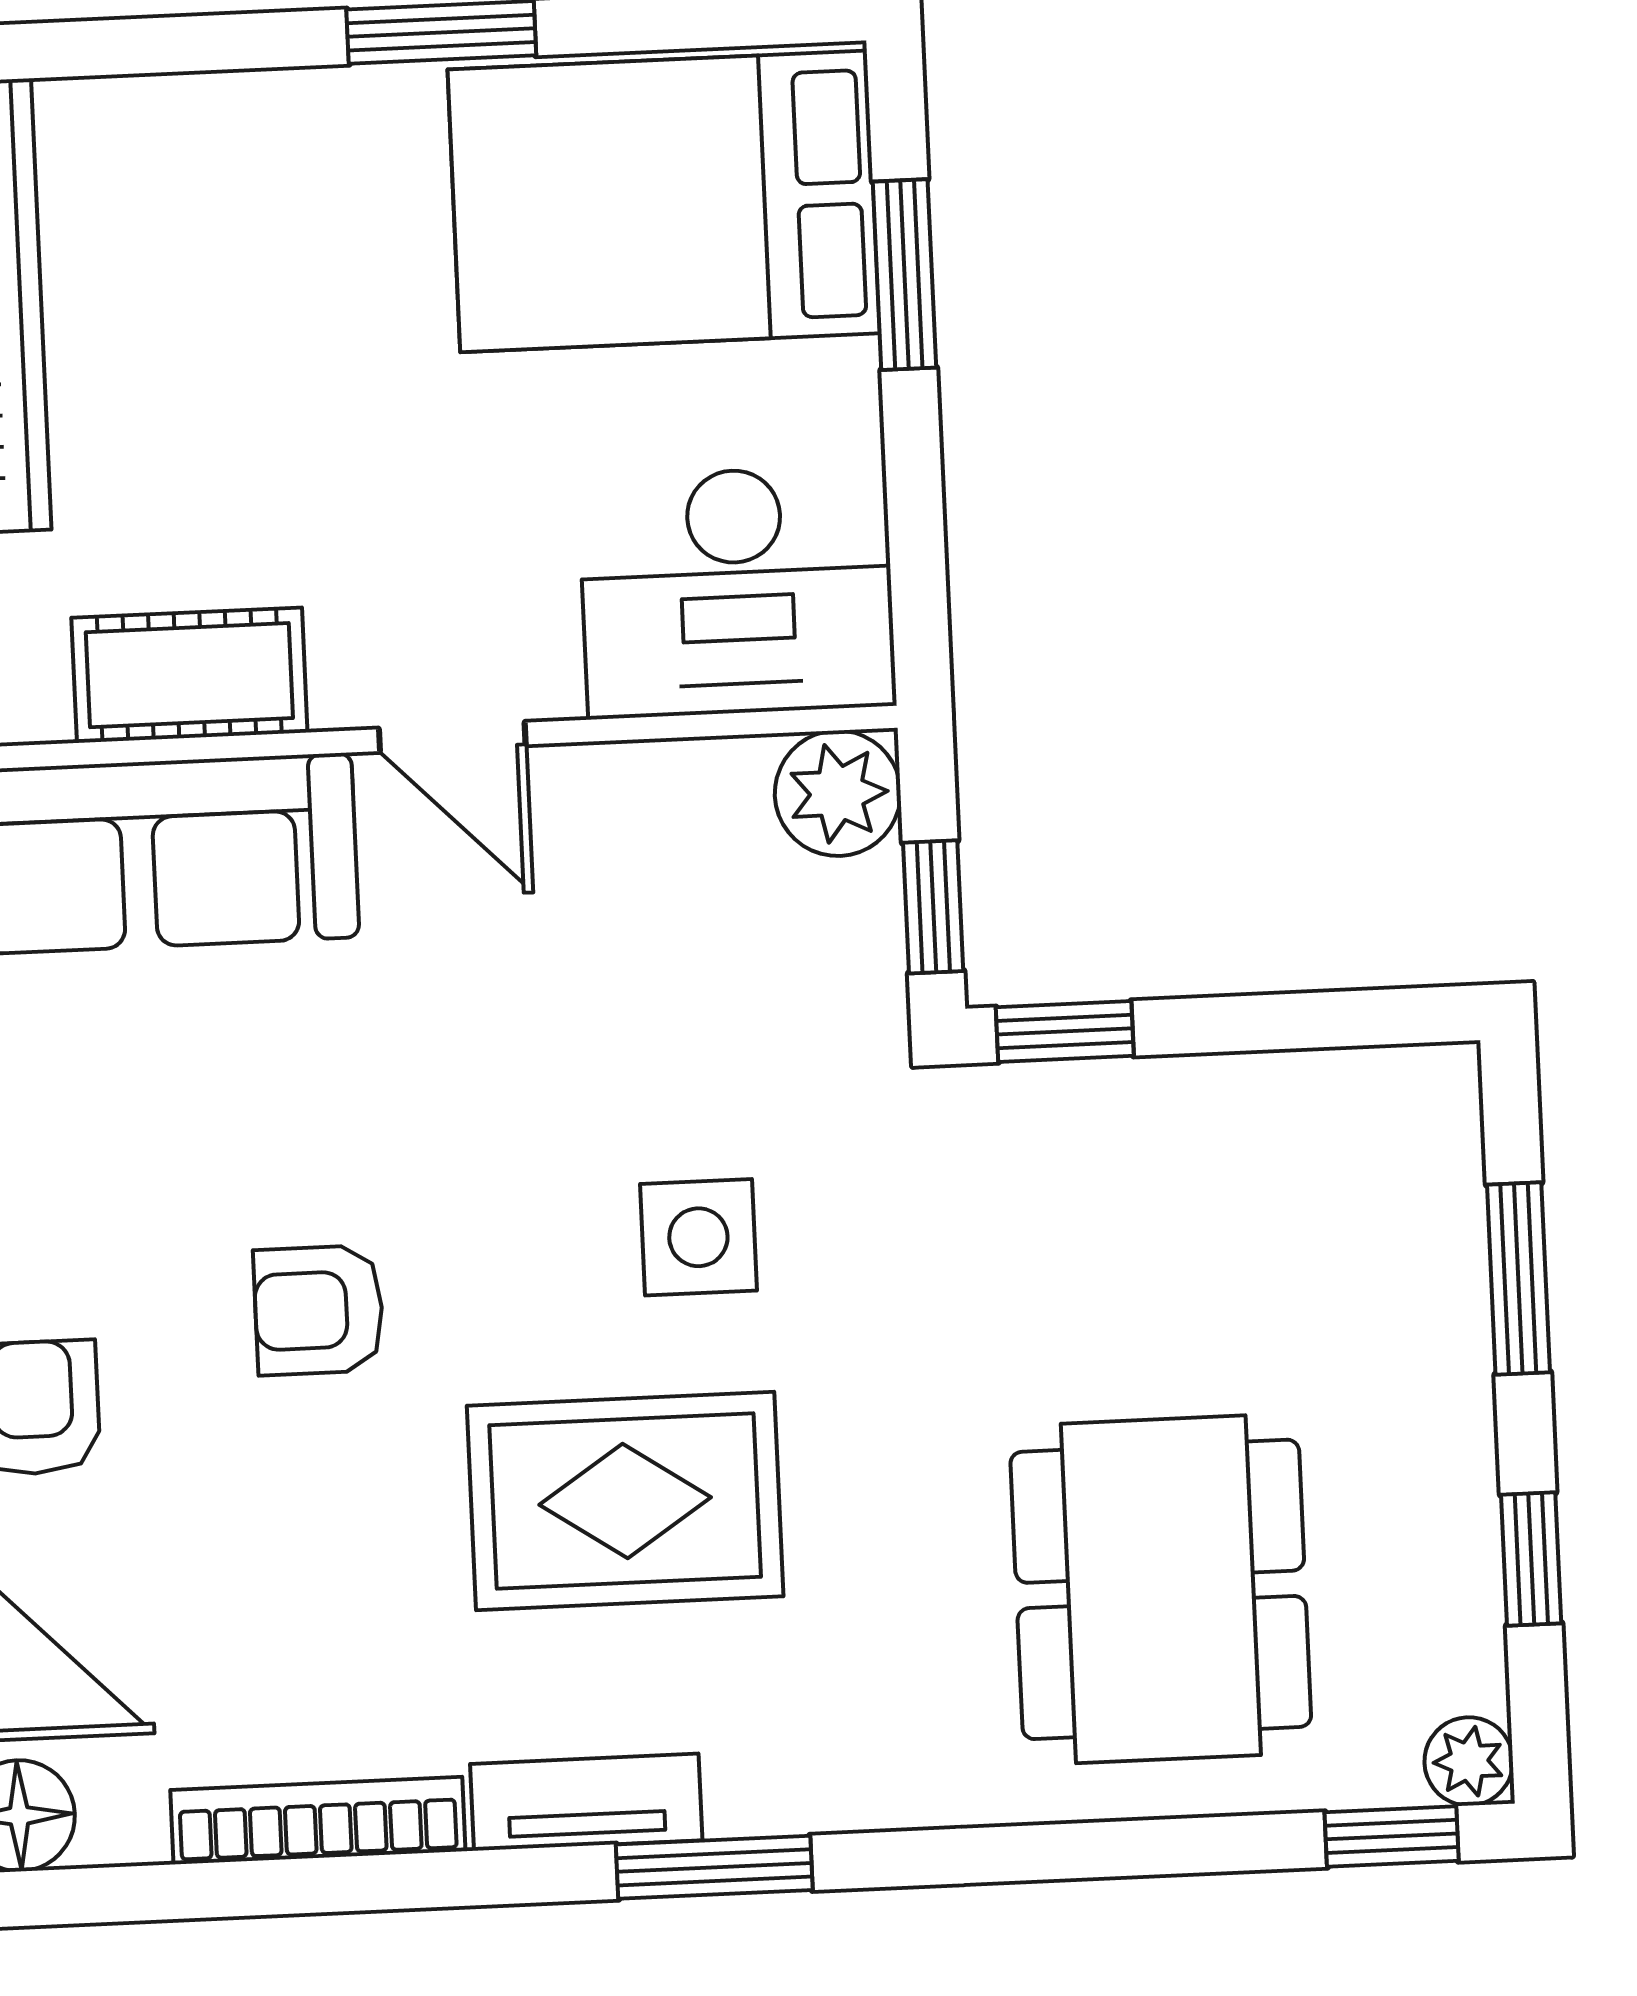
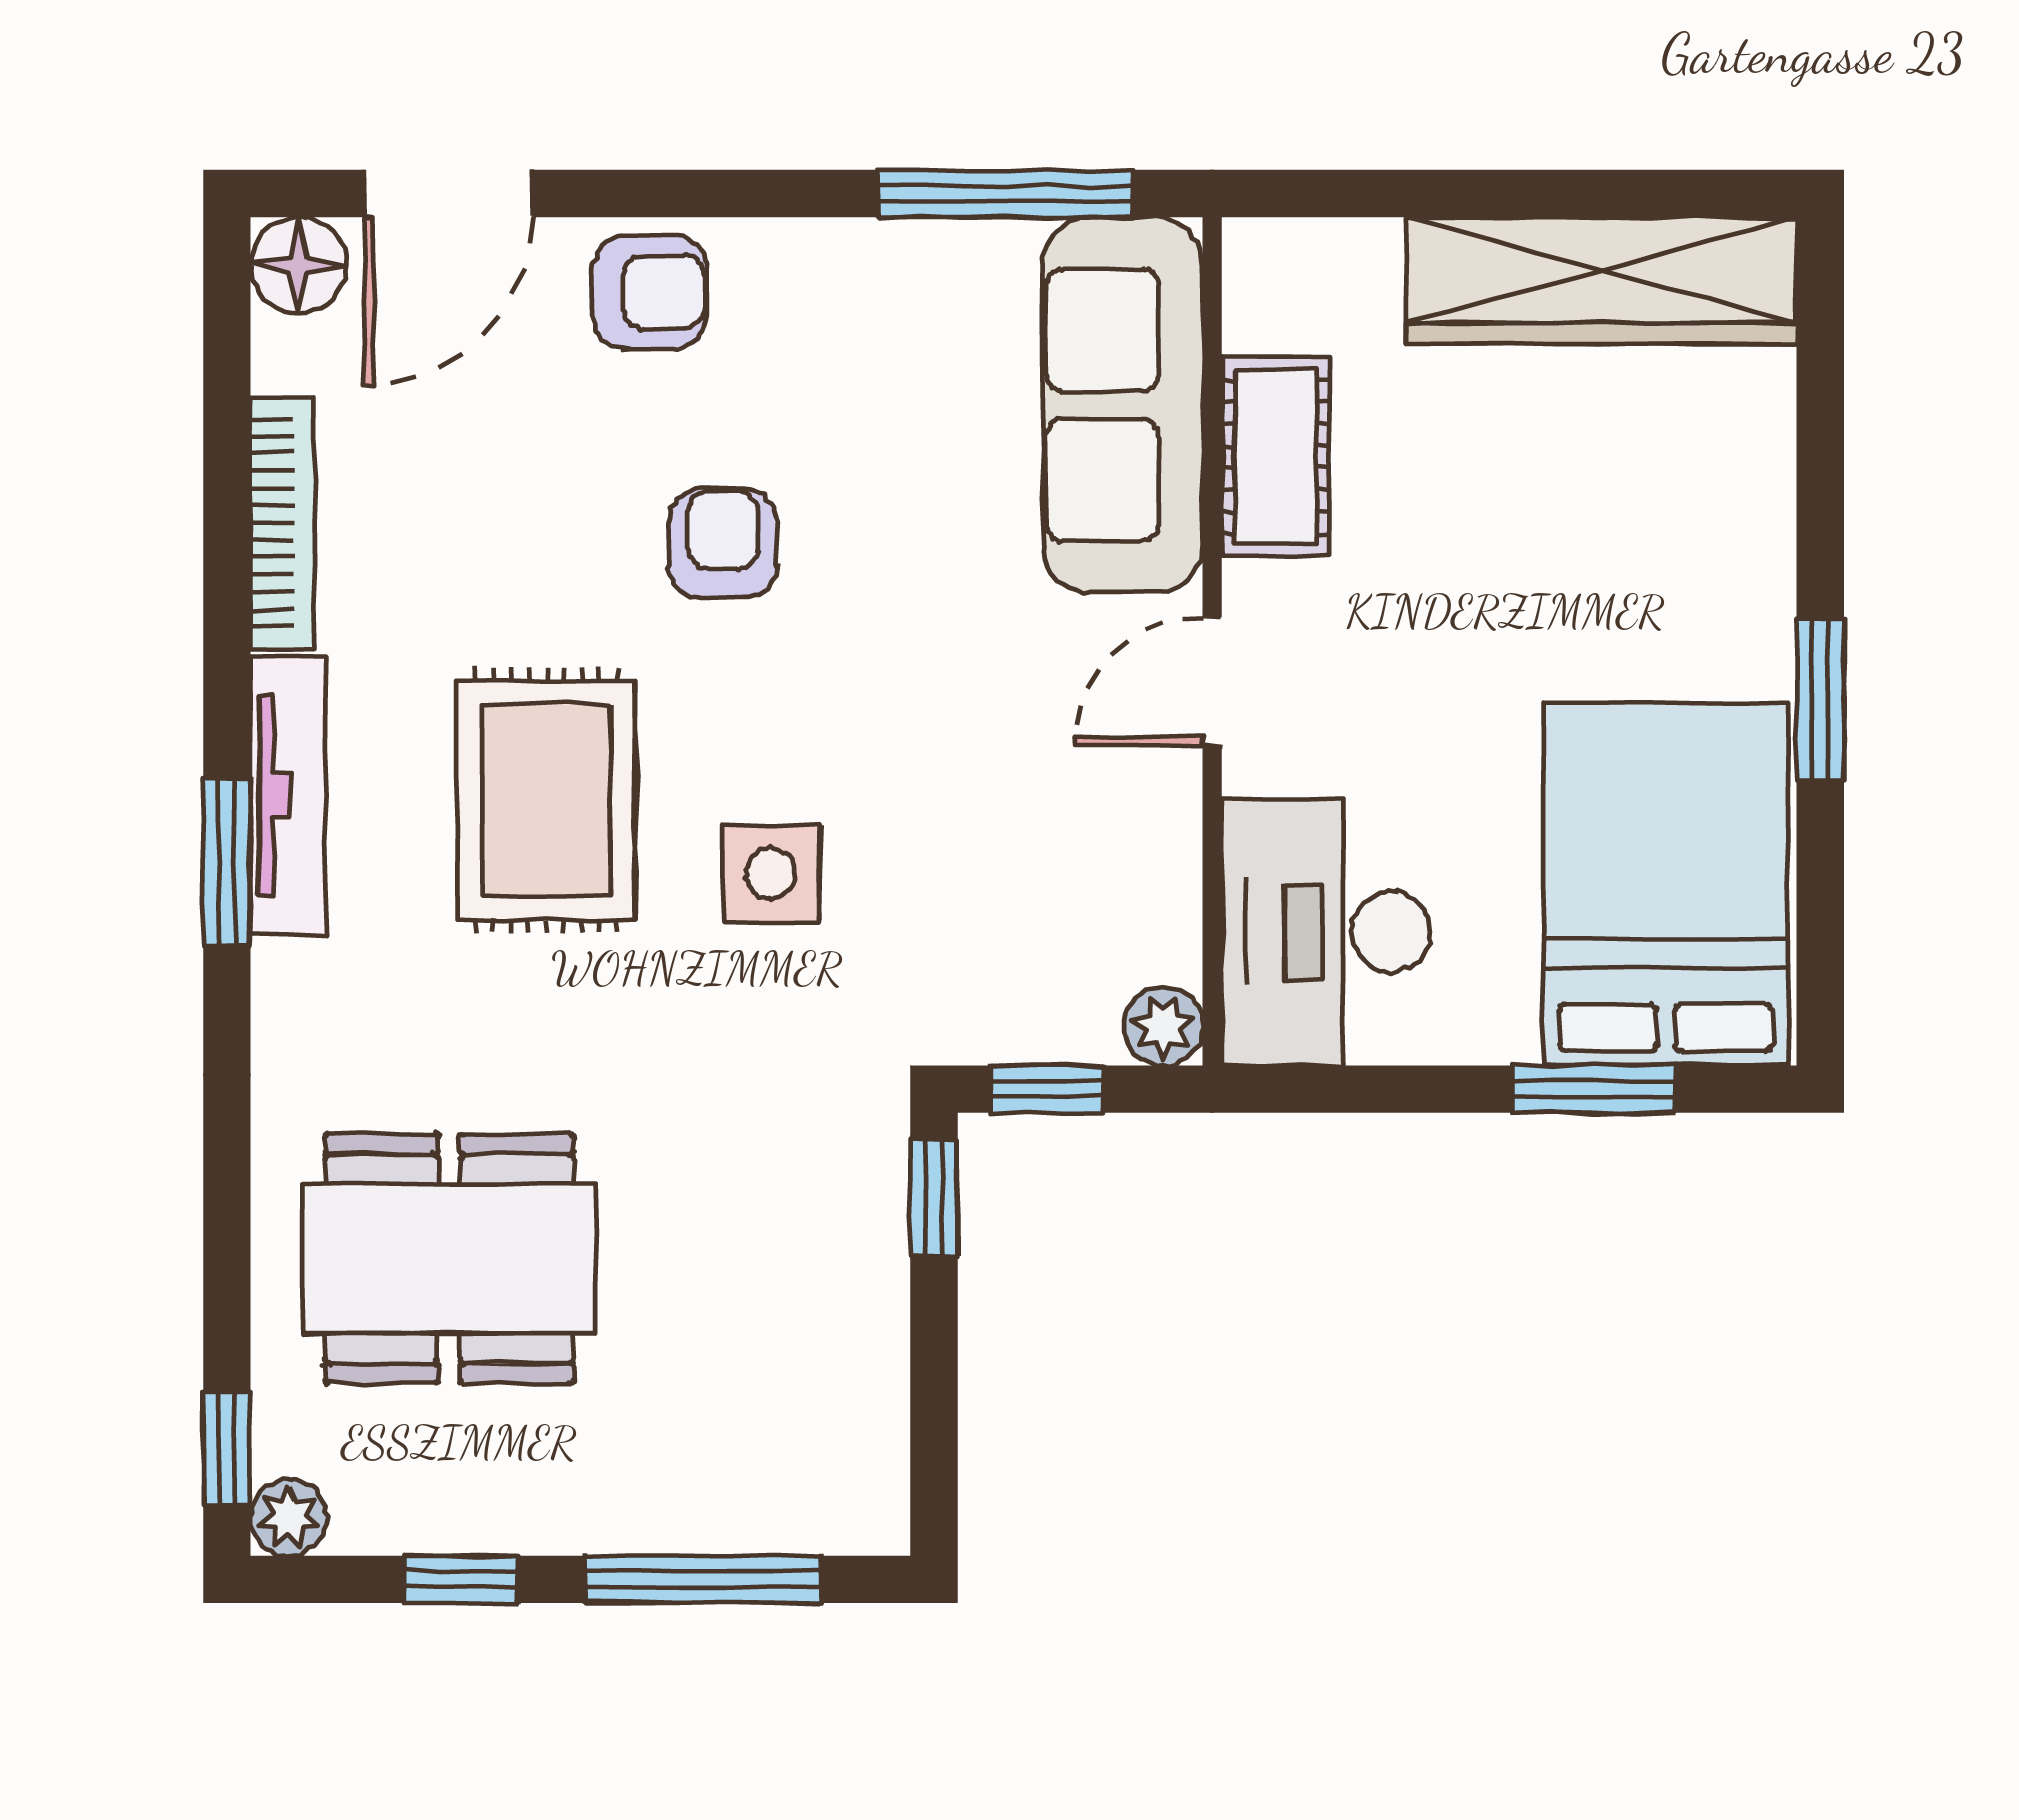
plant: (838, 793) -> (1163, 1026), width x0.73, depth x0.73
window: (1518, 1278) -> (703, 1579), width x1.44
tv unit: (586, 1802) -> (288, 795), width x1.41

